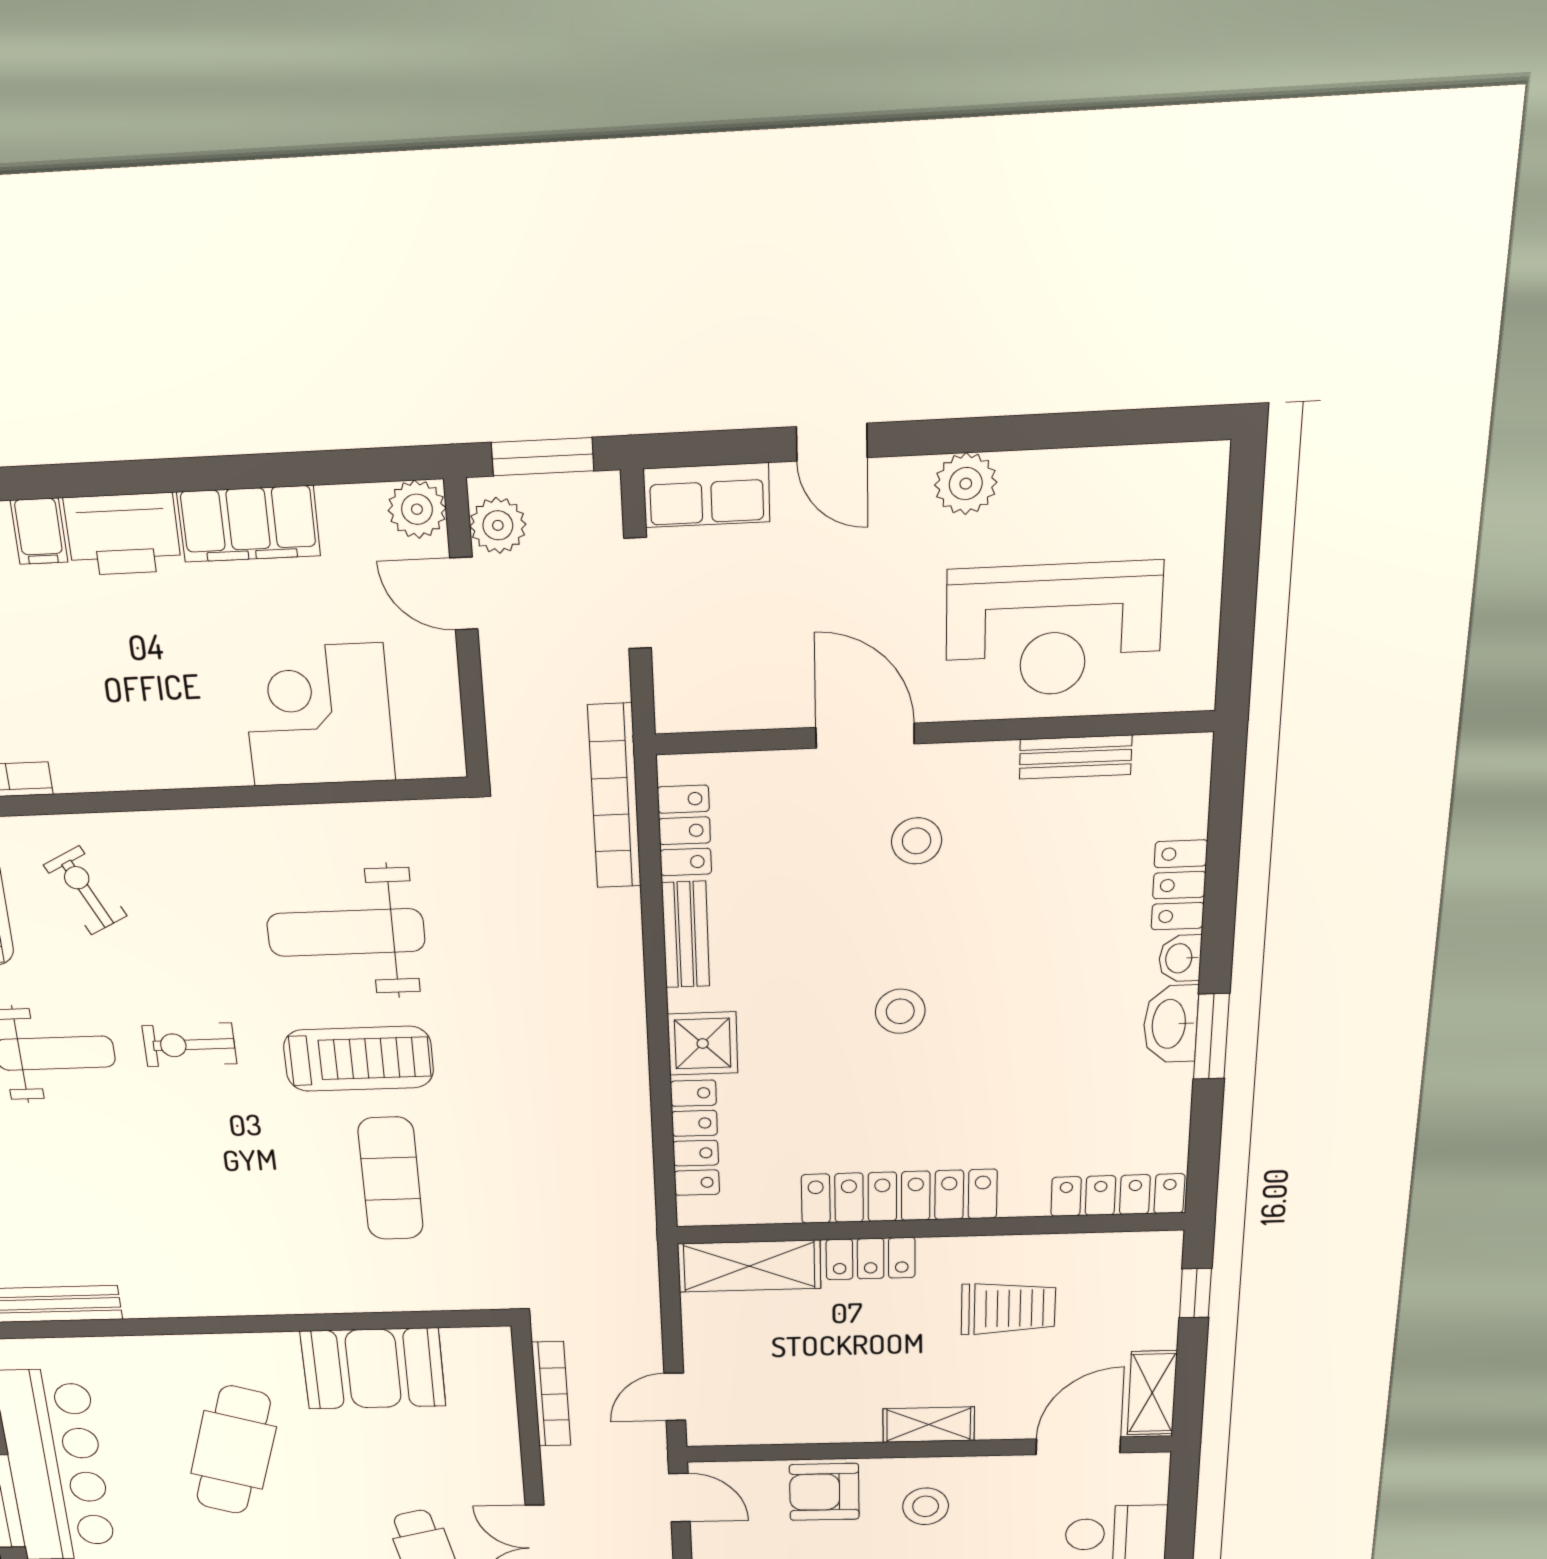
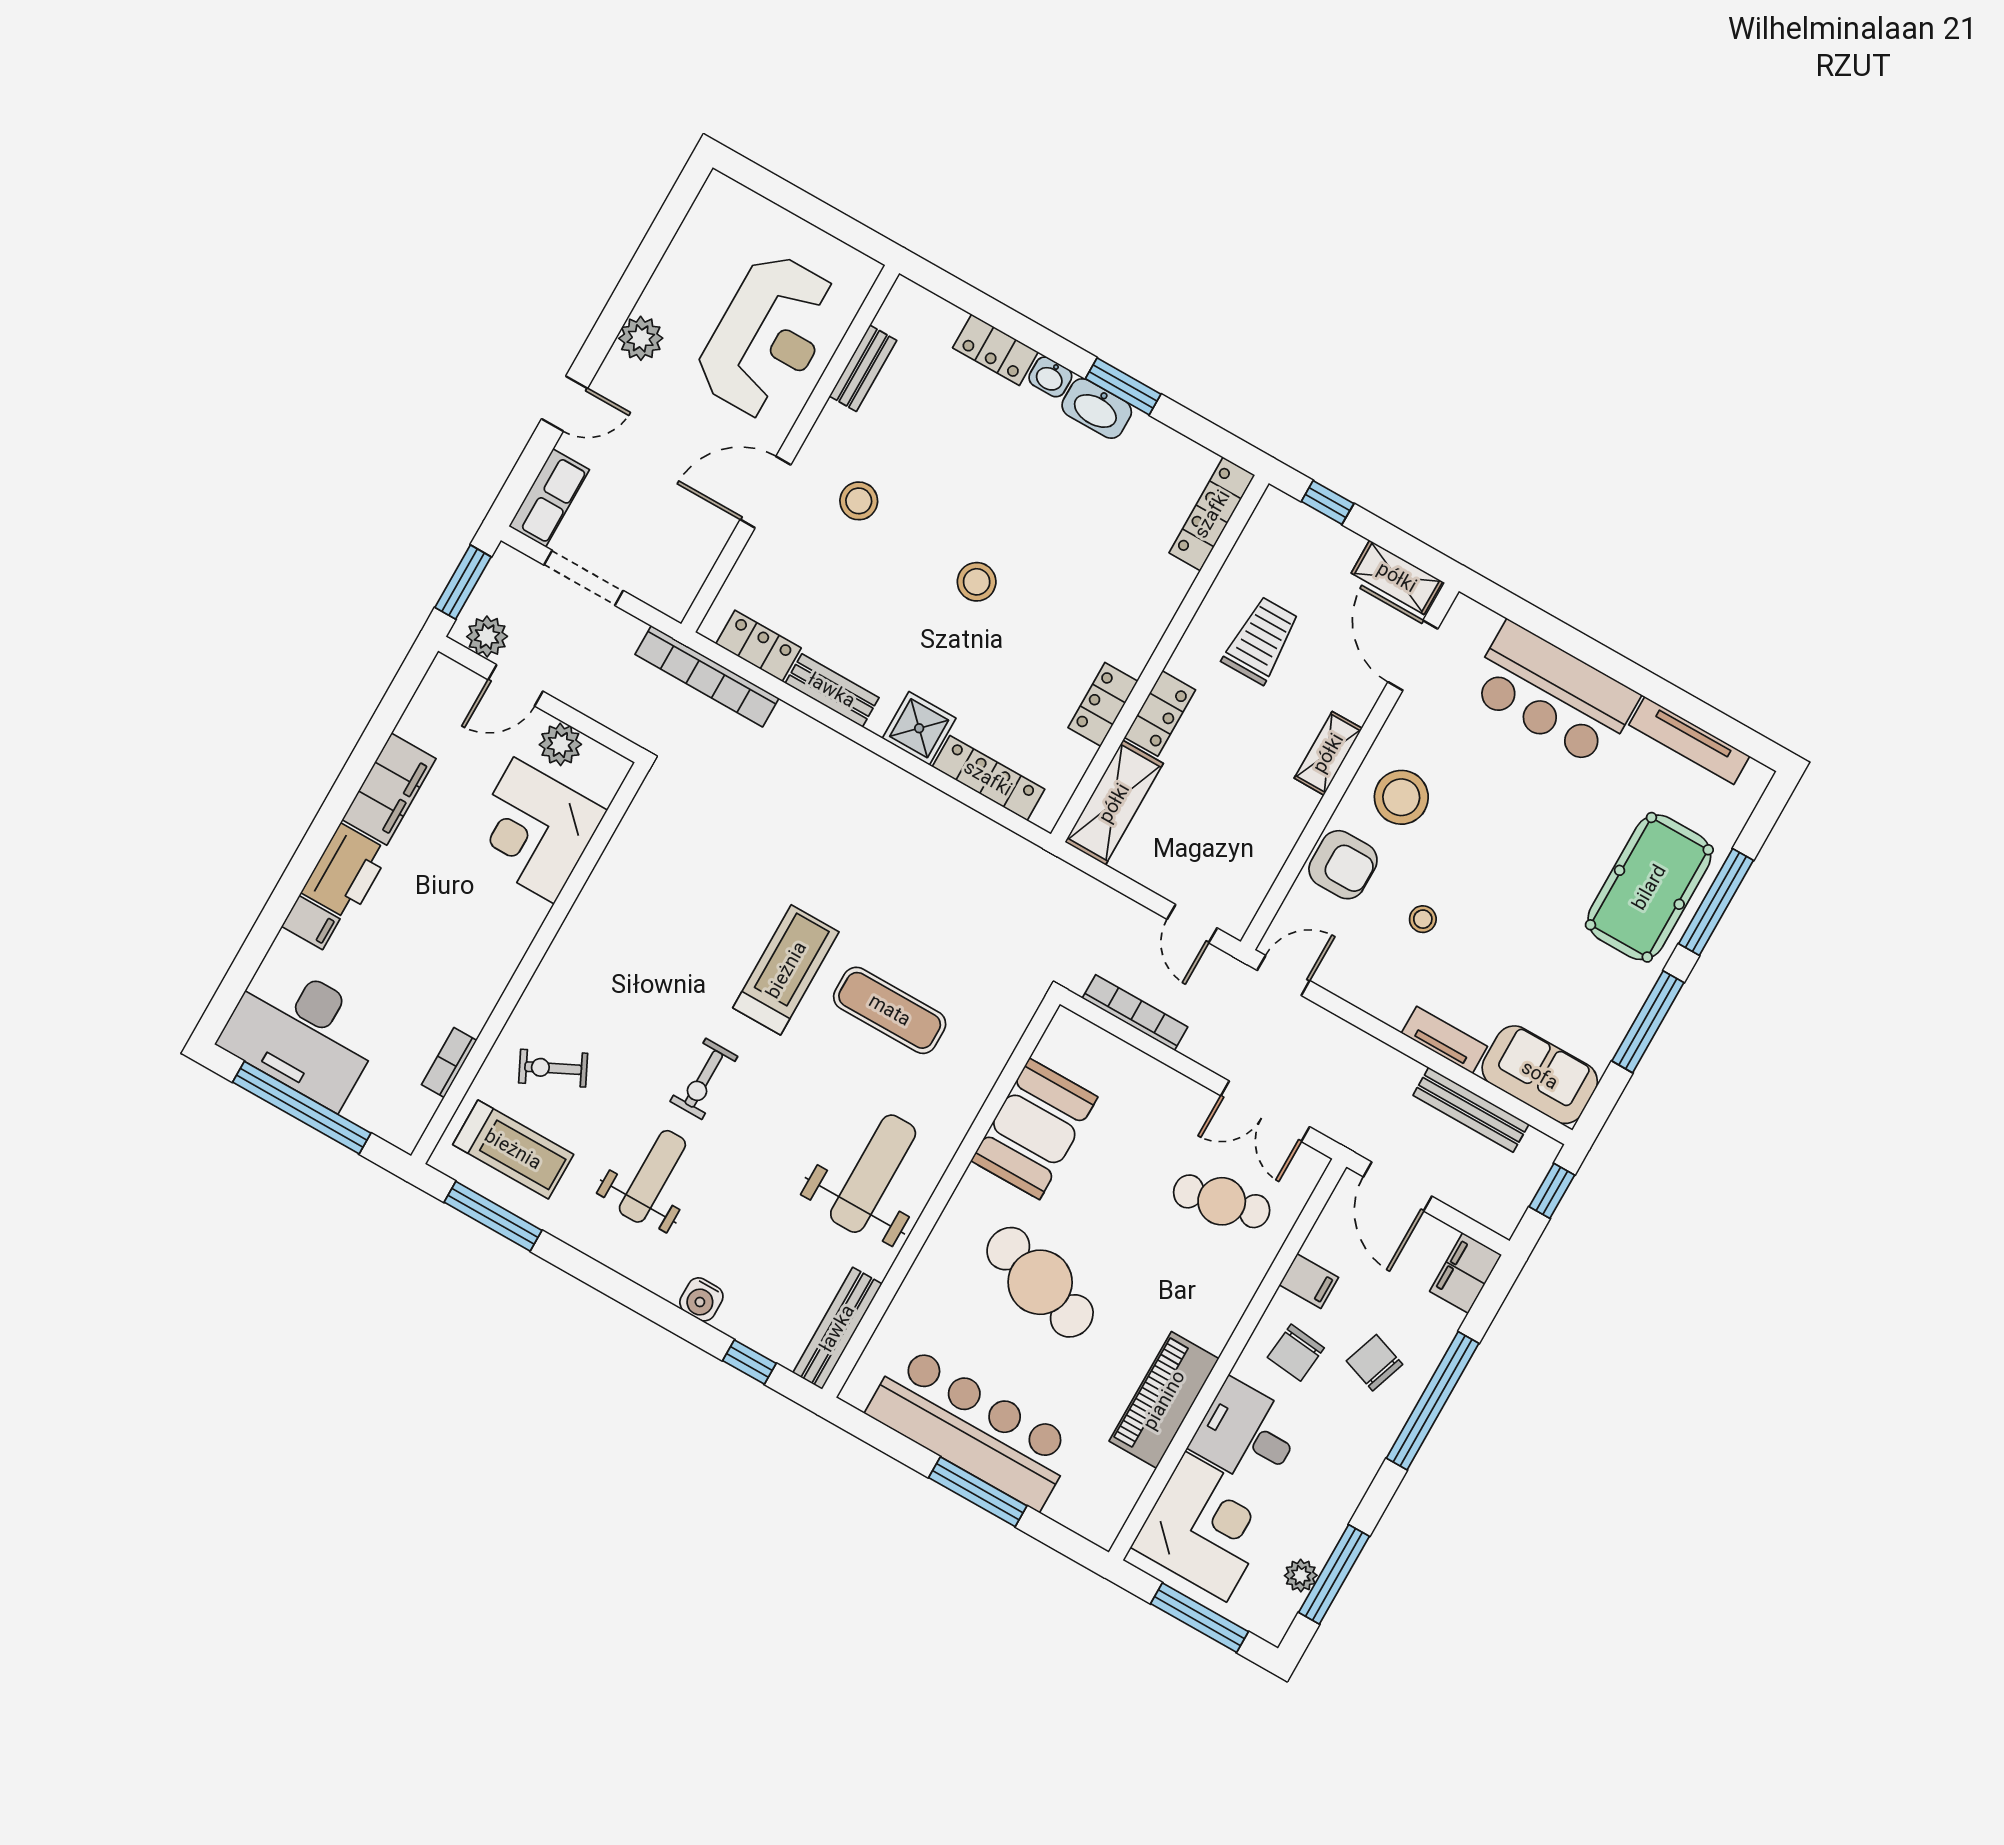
plant: (417, 509) -> (560, 744), moved
weight bench: (346, 933) -> (873, 1174), moved, turned 180
locker: (899, 1196) -> (1103, 704), width x0.46, depth x0.83
armchair: (824, 1492) -> (1343, 865), turned -90
stool: (926, 1506) -> (1401, 797), width x1.38, depth x1.38

